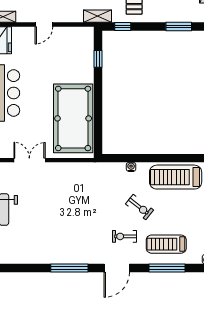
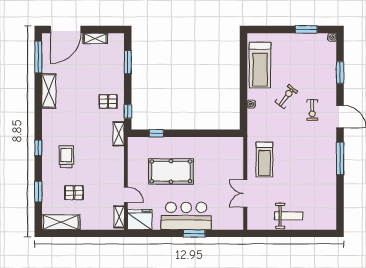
door: (44, 24) -> (126, 195), moved
pool table: (73, 118) -> (171, 171), moved, width x0.73, depth x0.76
treadmill: (166, 244) -> (264, 160), moved
window: (167, 268) -> (340, 73), width x0.69

